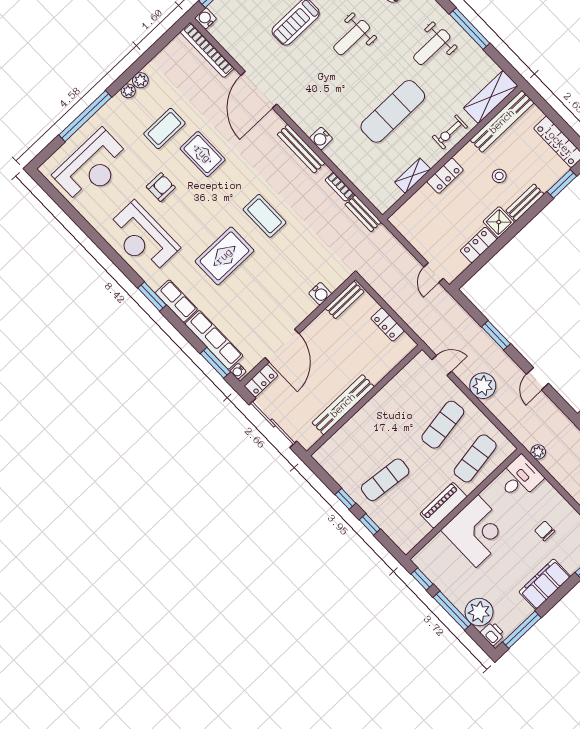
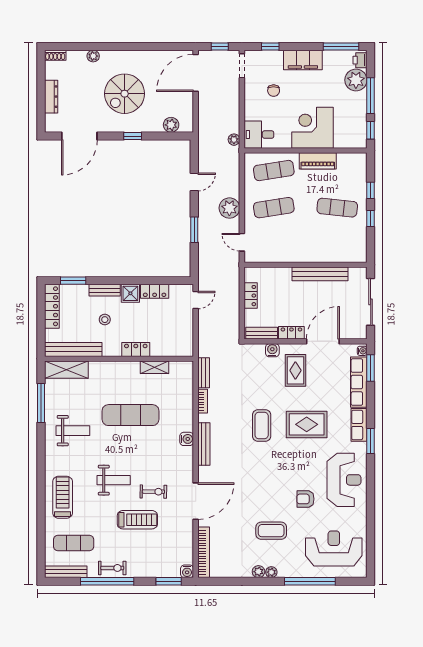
window: (470, 29) -> (41, 403), moved
exercise bike: (450, 132) -> (153, 492), moved
rug: (203, 154) -> (295, 370), moved
locker: (261, 381) -> (291, 333), moved

